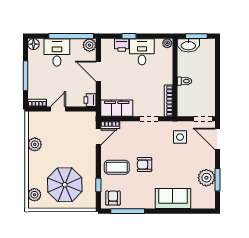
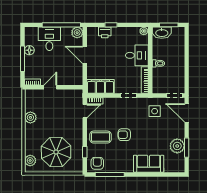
floor lamp: (33, 44) -> (29, 50), moved
desk: (142, 52) -> (137, 55), moved, turned 90
printer: (90, 100) -> (78, 80), removed

